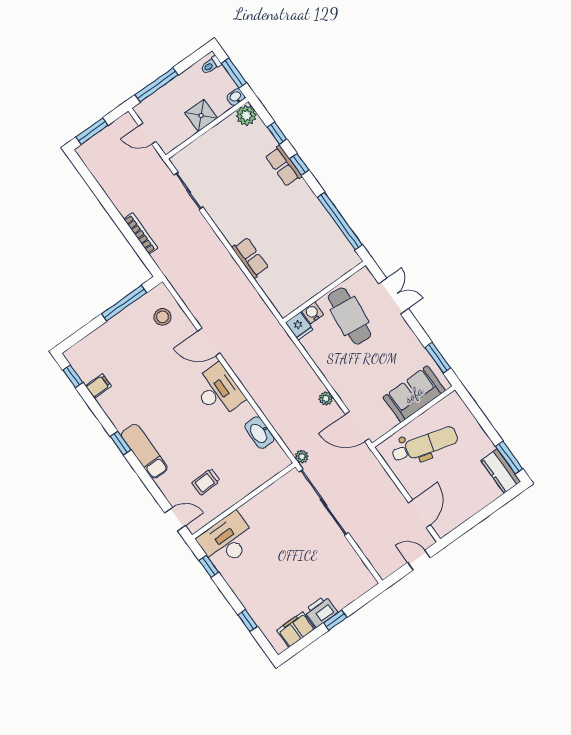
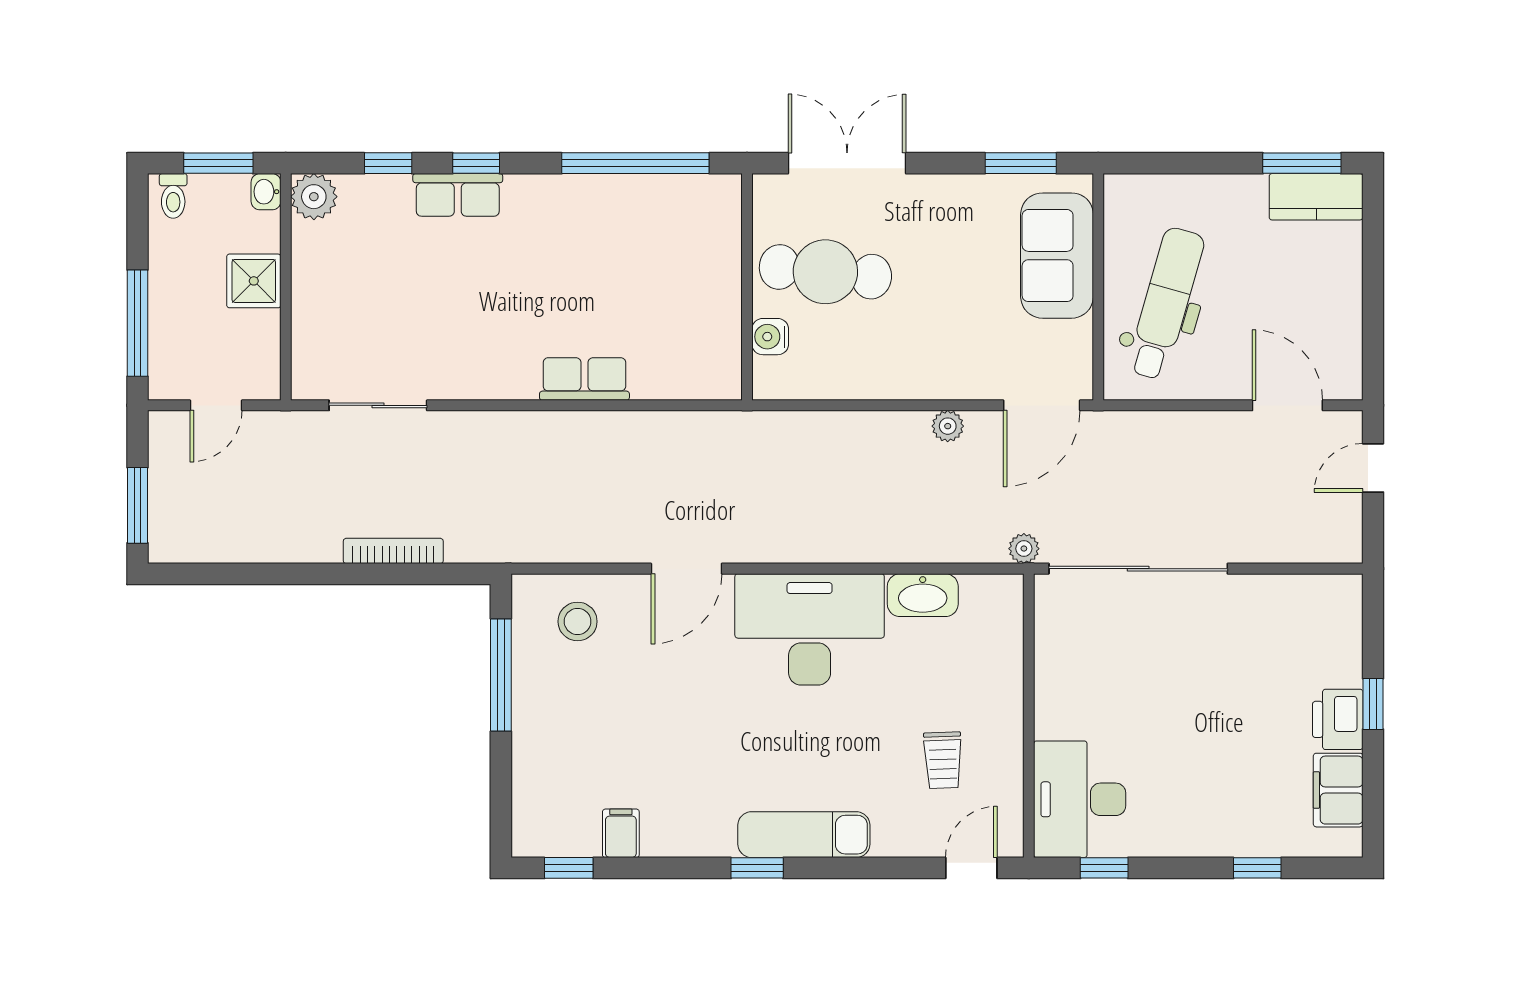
double door: (394, 296) -> (847, 163), width x1.37
fridge: (299, 326) -> (777, 379), removed
desk: (218, 391) -> (810, 629), width x1.36, depth x1.30

